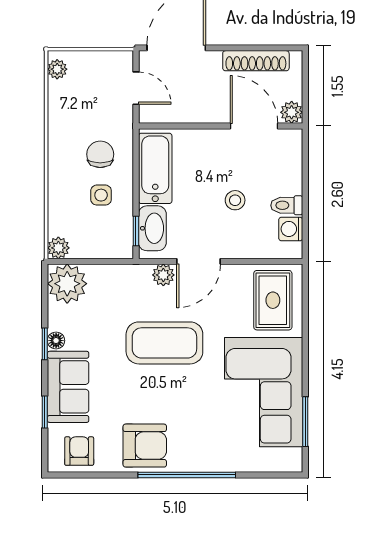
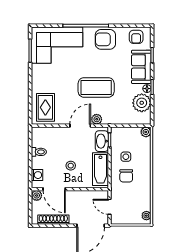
stool: (235, 200) -> (71, 166), moved
washing machine: (291, 229) -> (37, 175), moved
plant: (67, 284) -> (142, 103), moved
corner sofa: (264, 392) -> (57, 45), moved, turned 90

